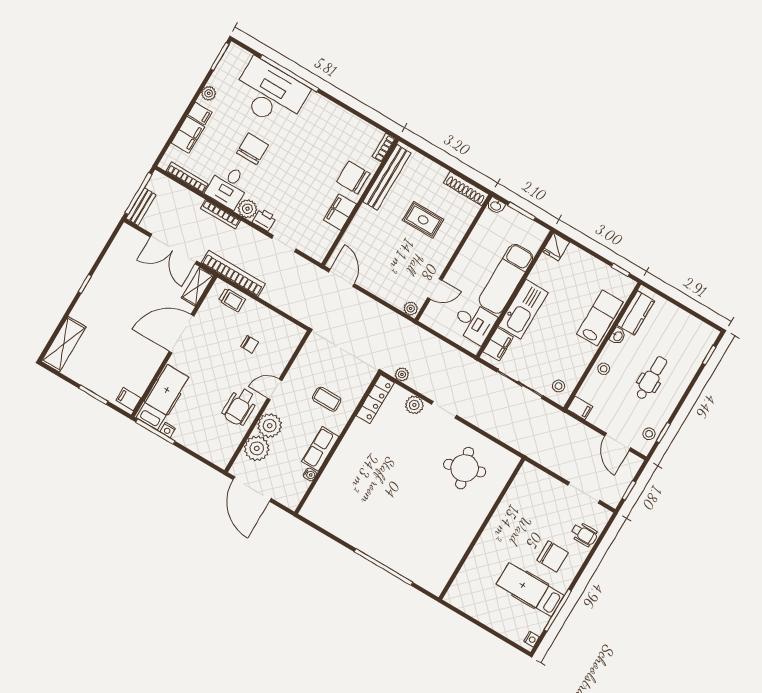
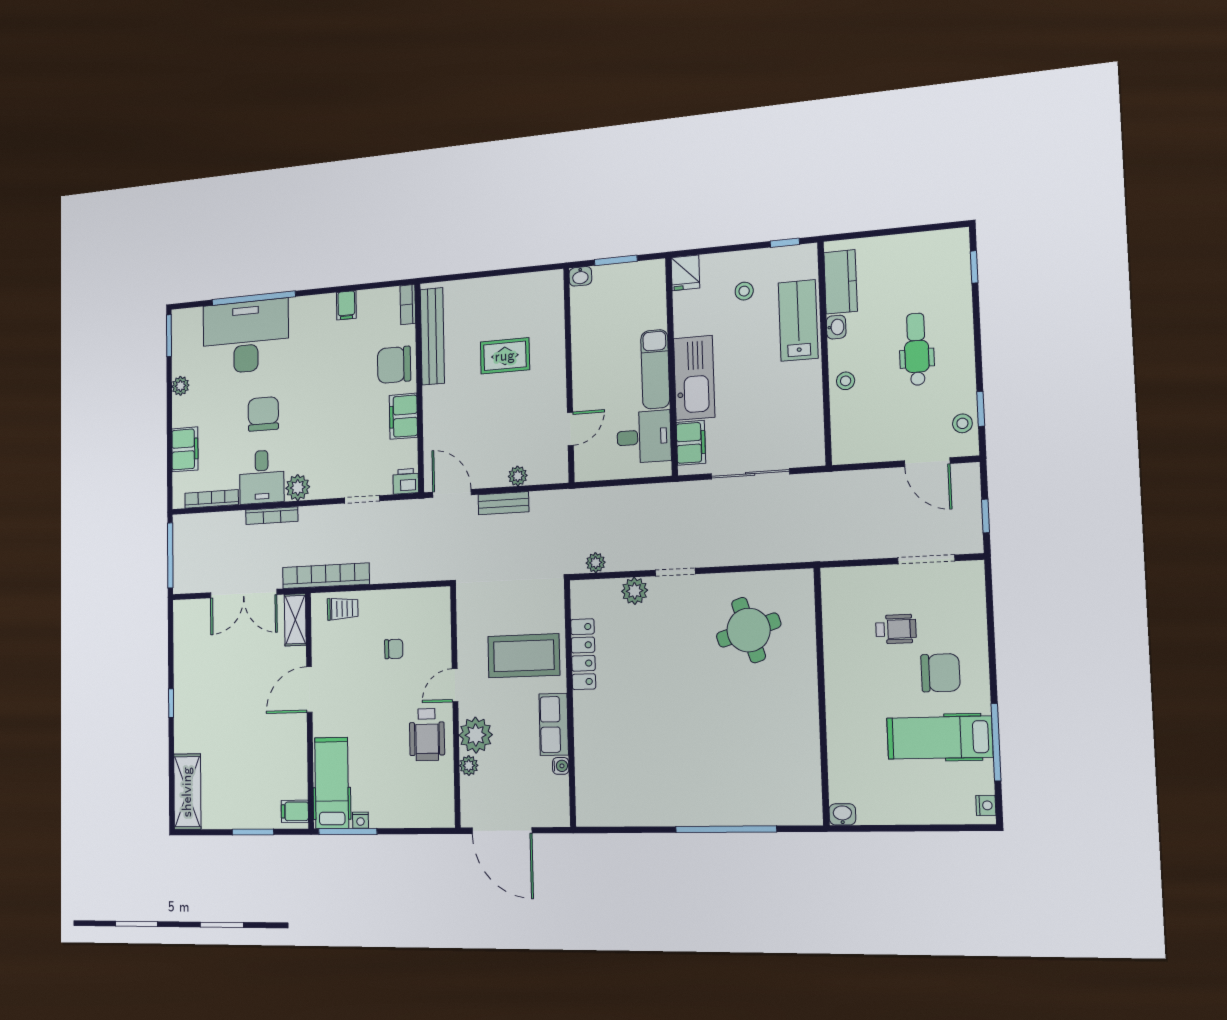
filing cabinet: (200, 114) -> (346, 305), moved, turned 90
shoe rack: (466, 189) -> (532, 282), removed
bench: (141, 207) -> (503, 503), moved, turned 90
printer: (264, 220) -> (406, 481), moved
exam couch: (506, 279) -> (655, 369), width x0.73, depth x0.69
plant: (411, 309) -> (518, 476), moved
door: (181, 334) -> (309, 689), width x0.73
stool: (559, 386) -> (744, 291), moved
coffee table: (327, 399) -> (524, 656), width x1.86, depth x1.72
locker: (375, 399) -> (583, 654), moved
filing cabinet: (580, 408) -> (848, 452), removed
plant: (257, 448) -> (469, 766), width x0.53, depth x0.53
wheelchair: (584, 534) -> (896, 629), moved
washbasin: (453, 598) -> (842, 814), added

